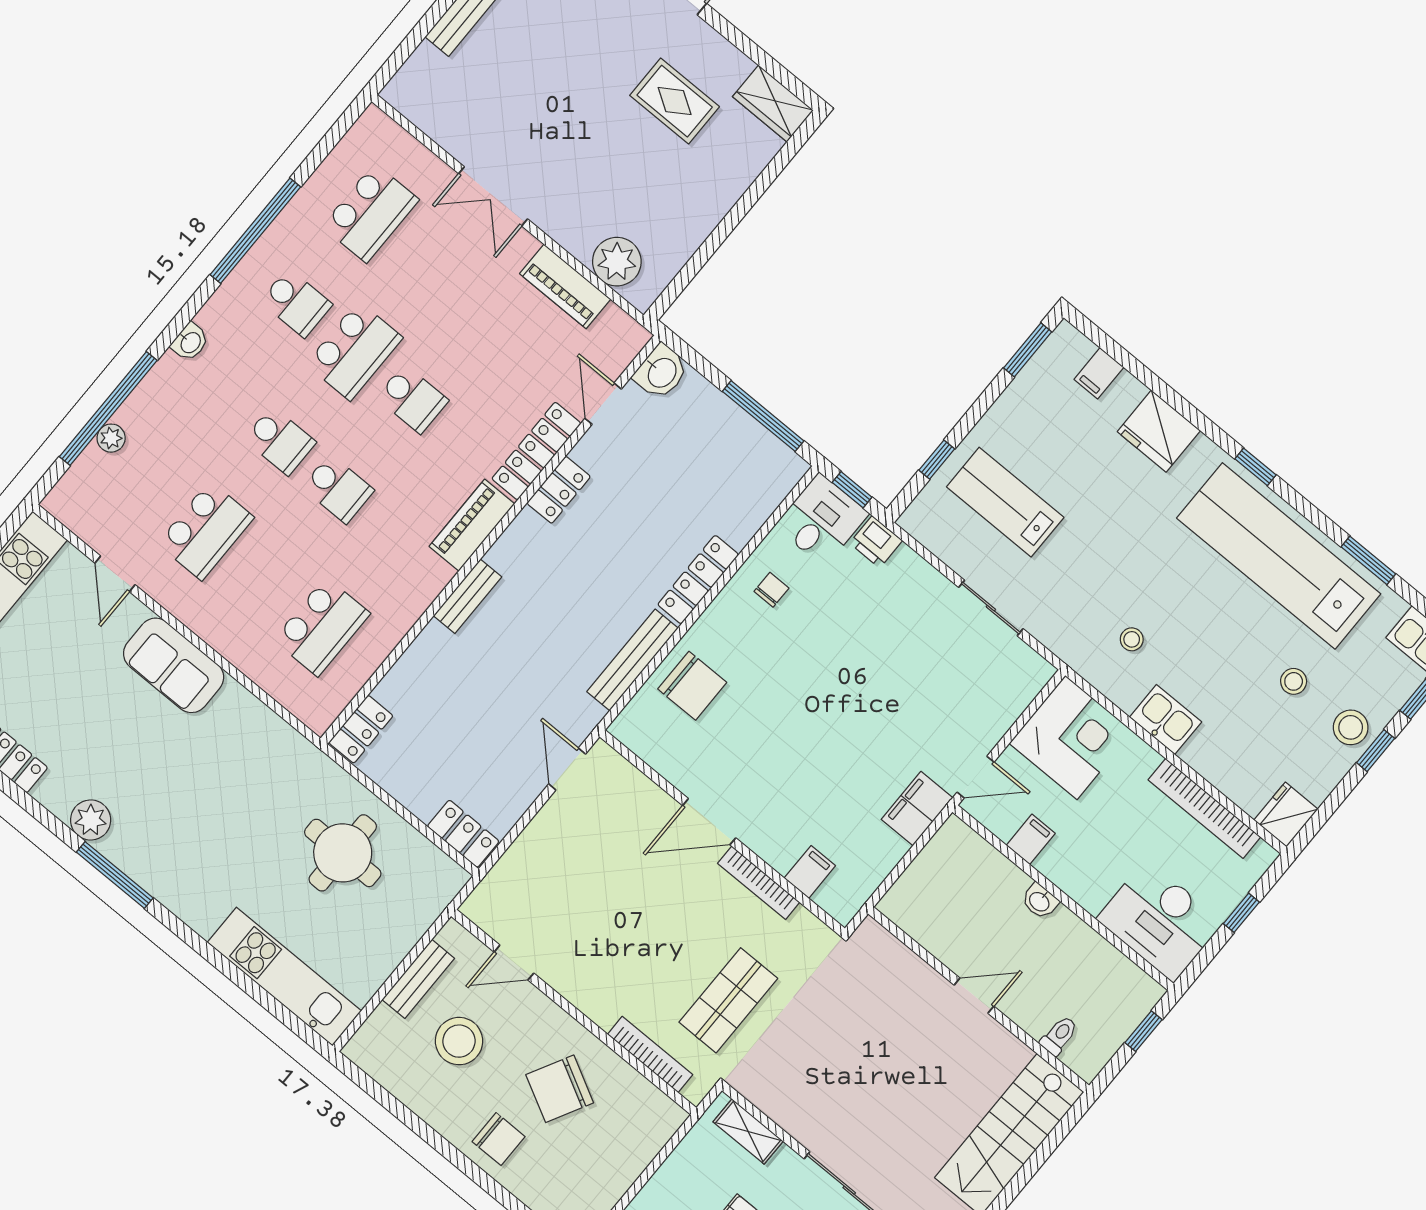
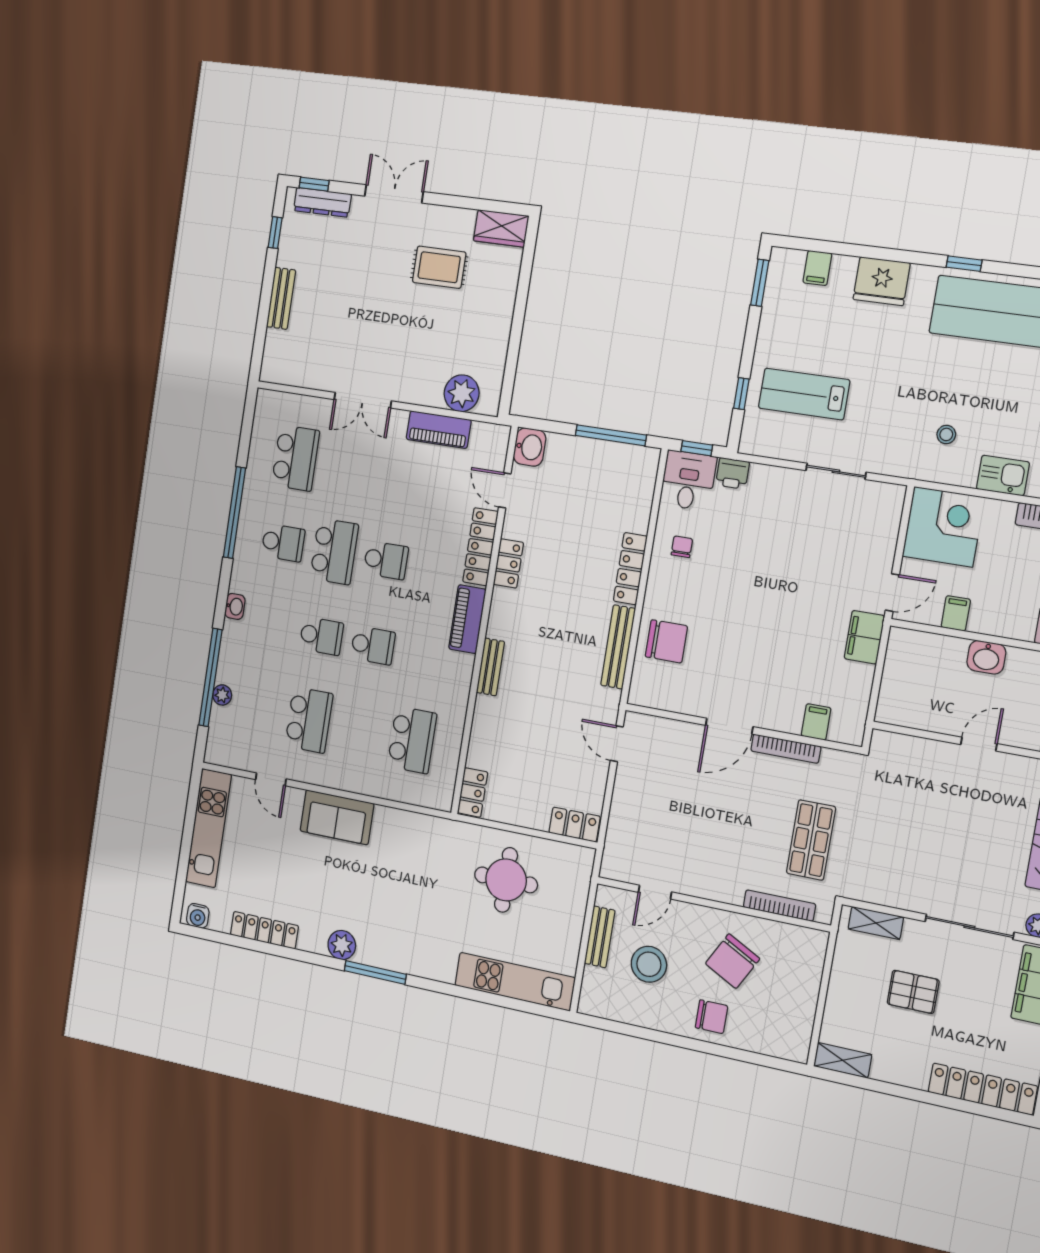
washbasin: (1040, 901) -> (986, 657), width x1.38, depth x1.45

